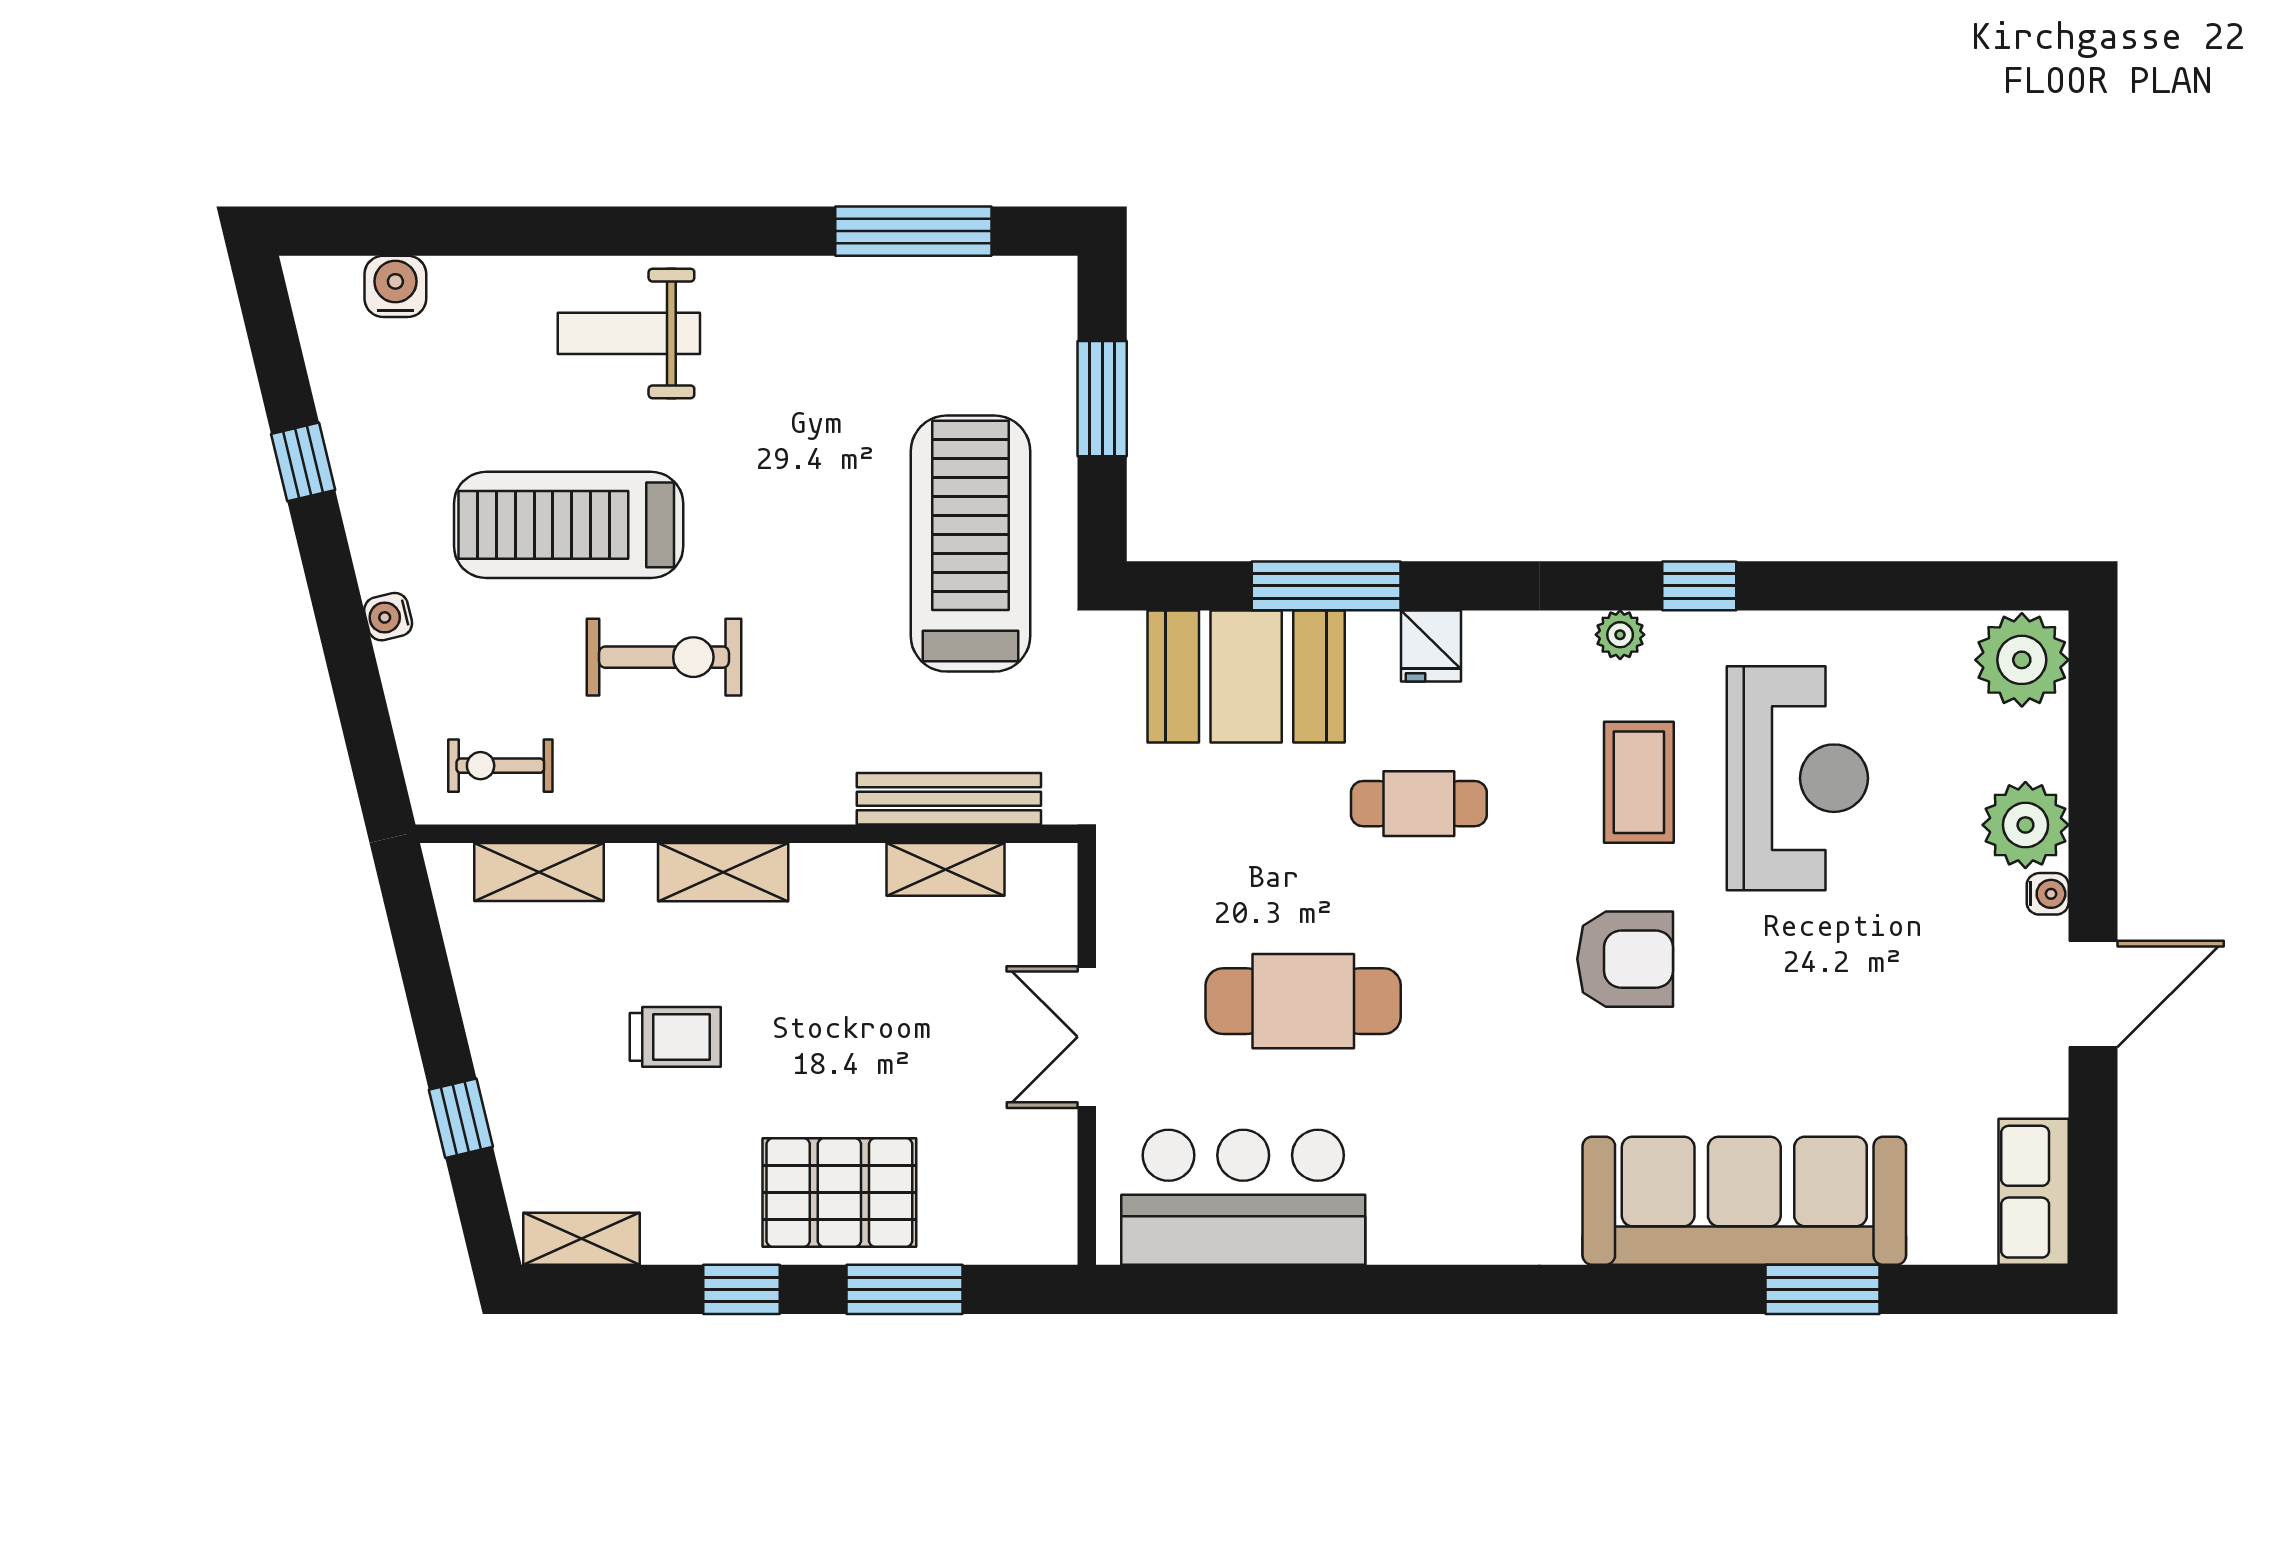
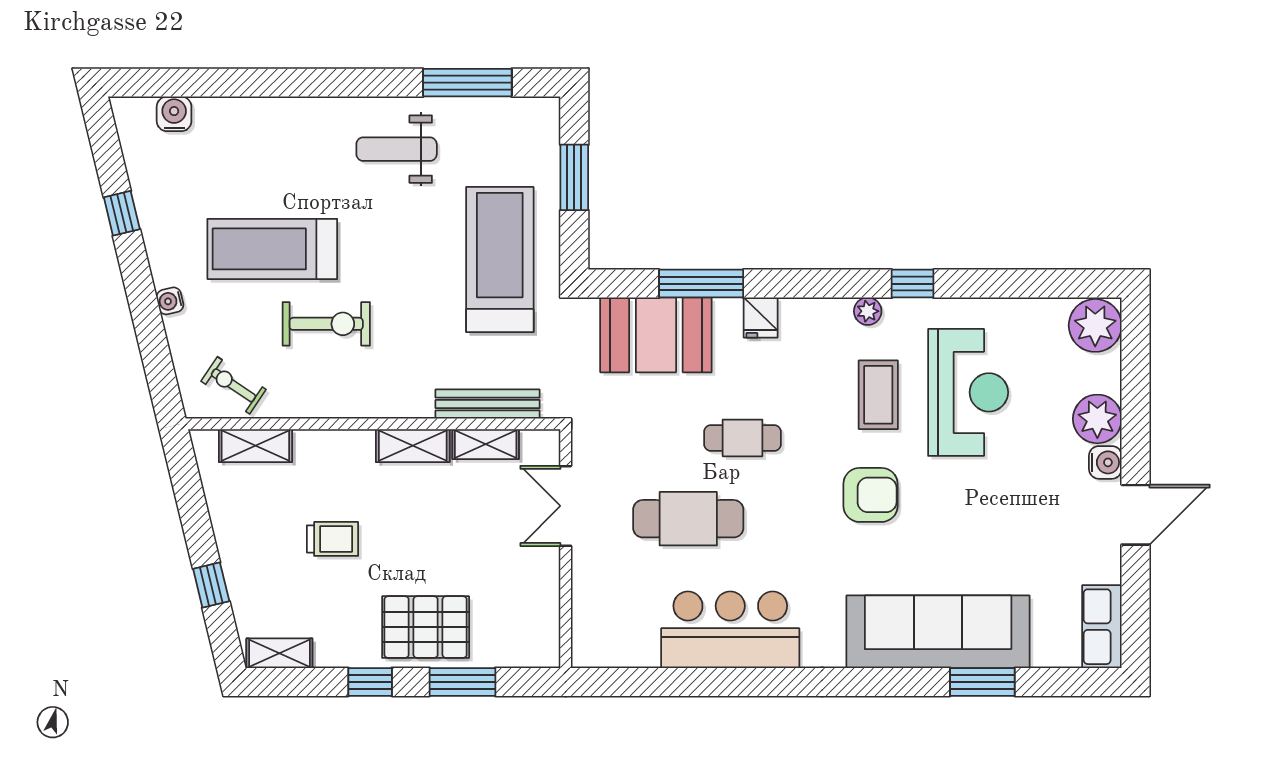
weight bench: (629, 333) -> (397, 149), moved
exercise bike: (500, 766) -> (233, 385), turned 34
cafe table: (1419, 804) -> (743, 438), moved
shelving: (723, 872) -> (413, 446), moved
water cooler: (2048, 894) -> (1105, 462), width x1.38, depth x1.38
double door: (1087, 1037) -> (566, 506), moved
bar counter: (1243, 1197) -> (730, 630), moved

